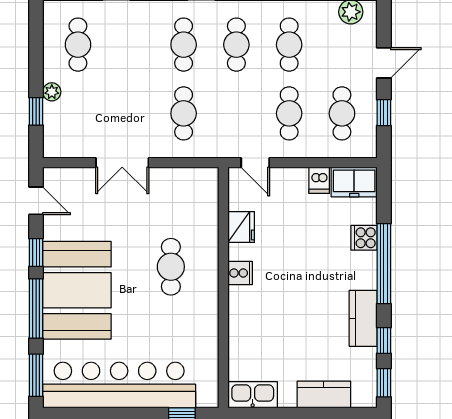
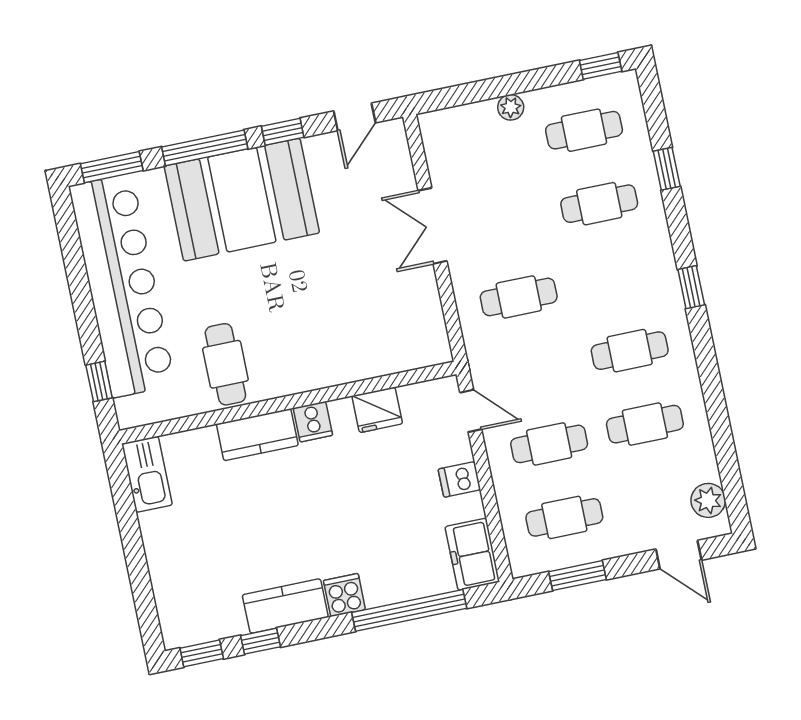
cafe table: (184, 45) -> (599, 204), moved
door: (384, 63) -> (679, 555), moved
window: (36, 111) -> (601, 66), moved
window: (384, 113) -> (578, 576), width x1.50
door: (255, 163) -> (471, 411), swing flipped
dishwasher: (319, 180) -> (459, 479), moved
cooker: (364, 238) -> (344, 595), moved
window: (384, 264) -> (409, 610), moved
cafe table: (171, 267) -> (225, 364), moved, turned 90
kitchen counter: (324, 395) -> (257, 435), moved, turned 90

